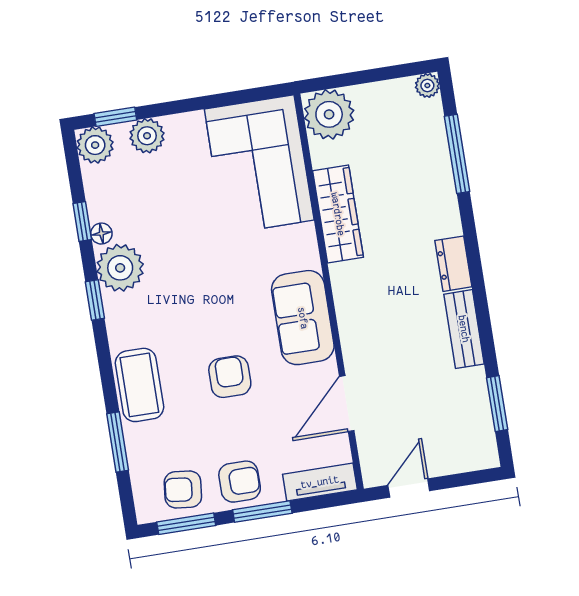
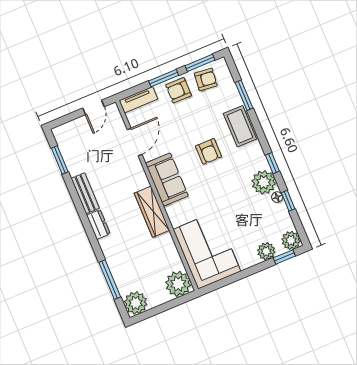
plant: (427, 85) -> (136, 303), width x1.88, depth x1.88
wardrobe: (338, 214) -> (152, 212), moved
armchair: (230, 377) -> (209, 151), moved

